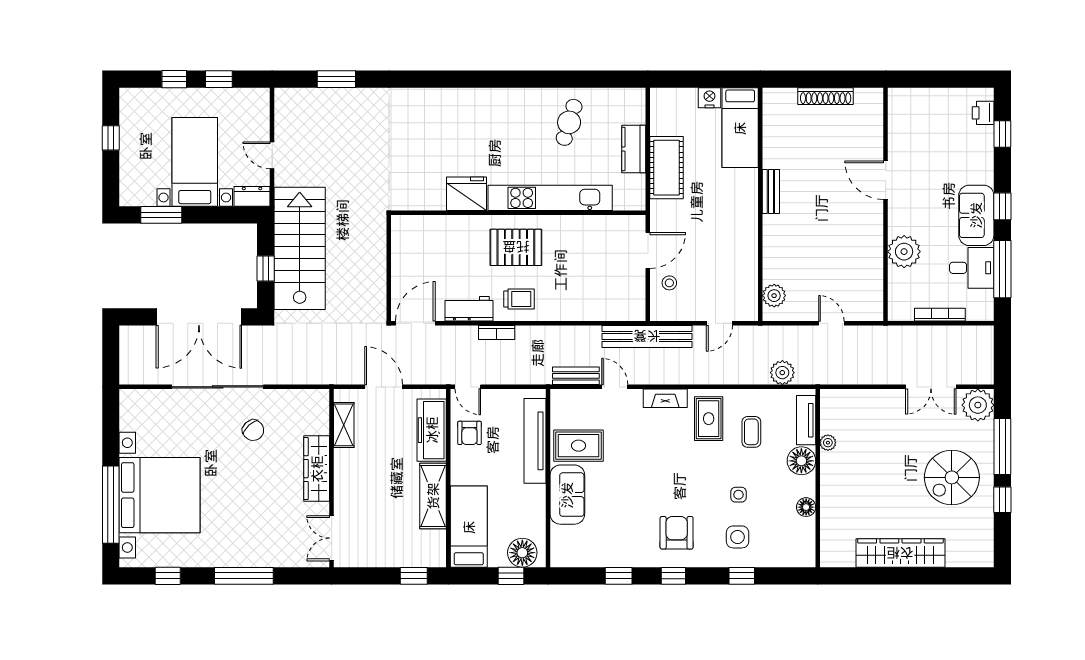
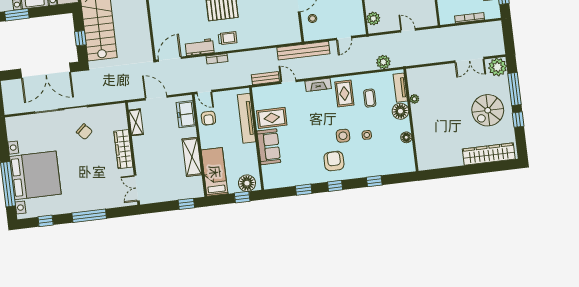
freezer: (432, 430) -> (186, 114), width x0.71
side table: (738, 537) -> (343, 136), moved
wardrobe: (900, 553) -> (489, 154), moved

